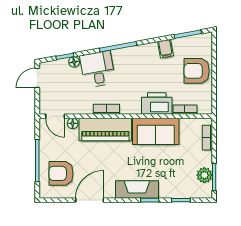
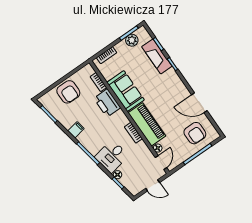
filing cabinet: (165, 49) -> (76, 130), moved
door: (37, 78) -> (153, 185), moved
fireplace: (137, 189) -> (157, 56), moved

